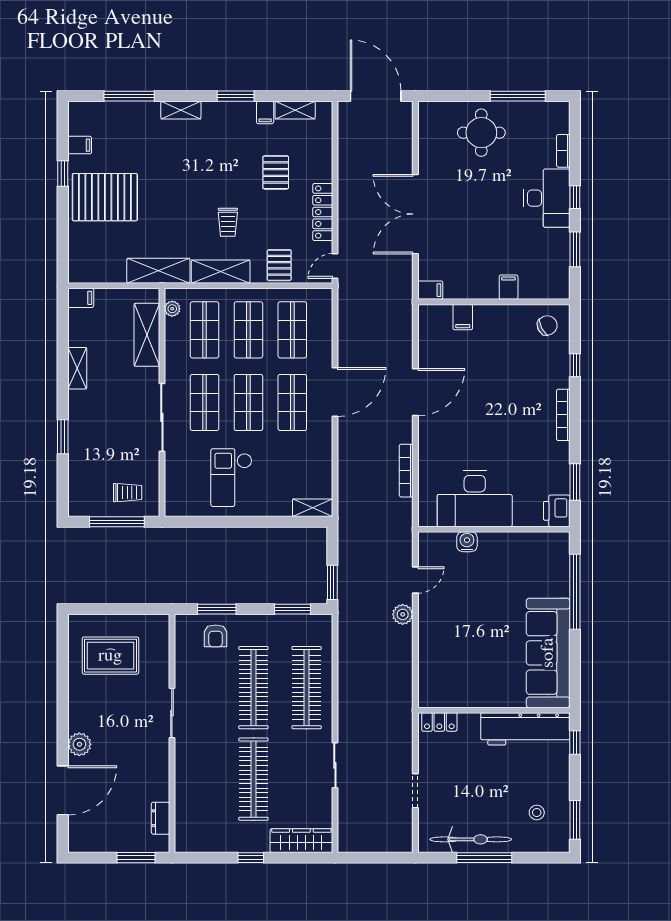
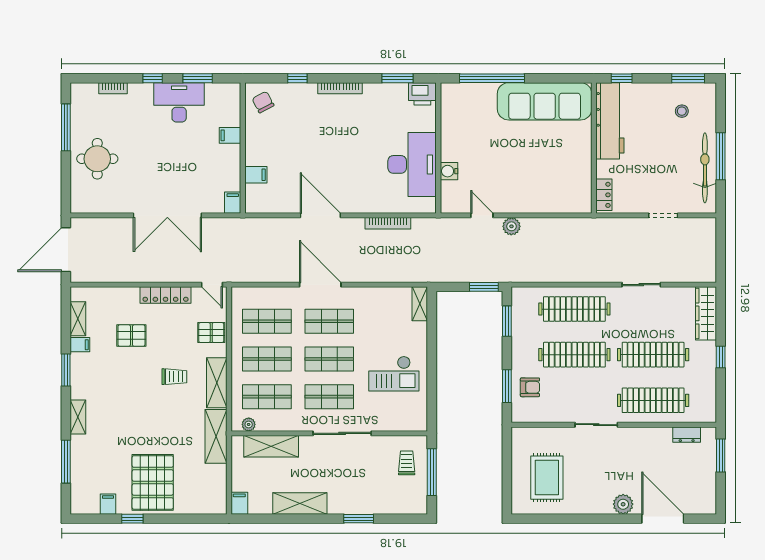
desk: (547, 198) -> (179, 102), moved
shelving: (77, 368) -> (300, 503), width x1.50, depth x1.33
clothes rail: (200, 779) -> (653, 400), added

